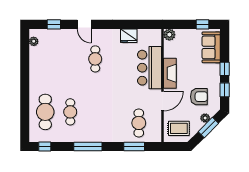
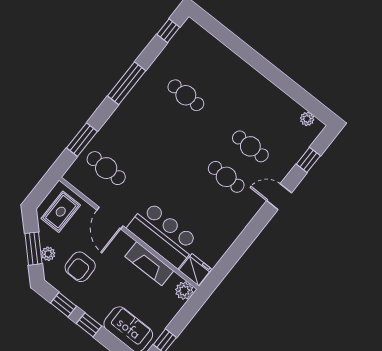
fridge: (129, 36) -> (195, 270), moved, turned 90
fireplace: (170, 73) -> (149, 264), moved
cafe table: (45, 112) -> (250, 146), moved, width x0.73, depth x0.74

